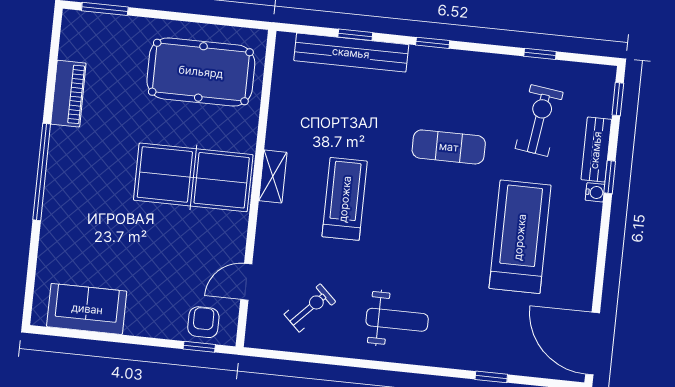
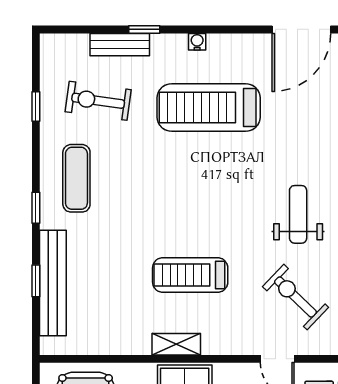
window: (618, 99) -> (71, 29), removed
exercise mat: (449, 147) -> (76, 178), moved
water cooler: (595, 192) -> (197, 42), moved
exercise bike: (310, 308) -> (295, 297), width x1.38, depth x1.39

